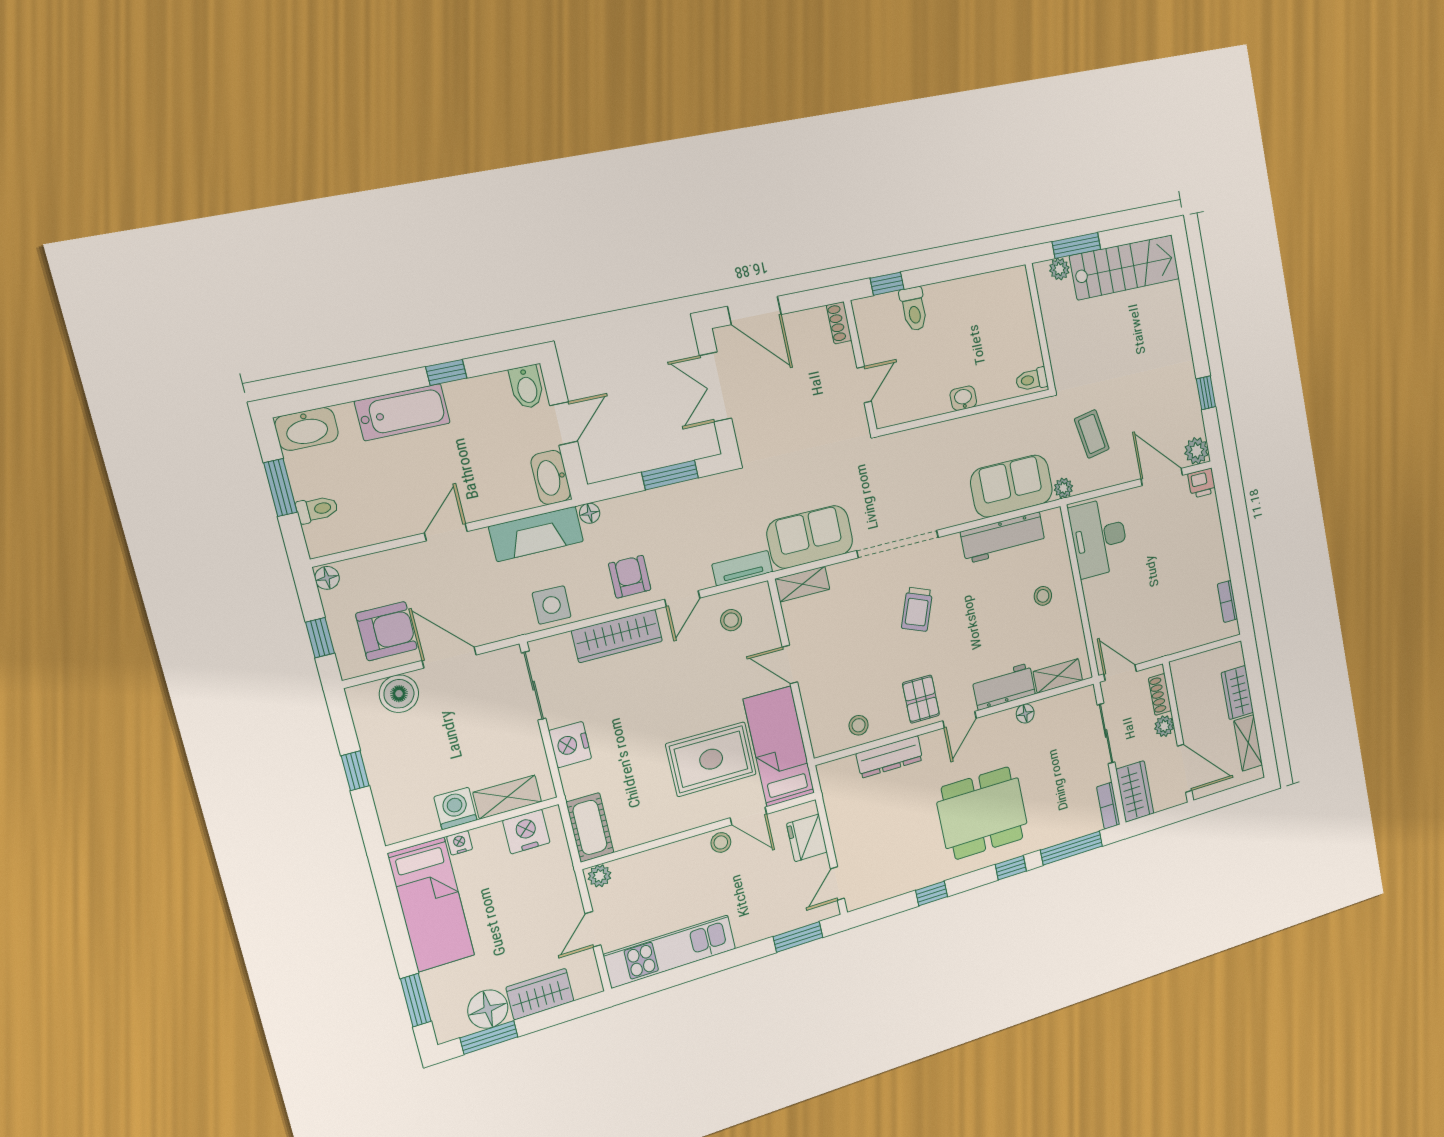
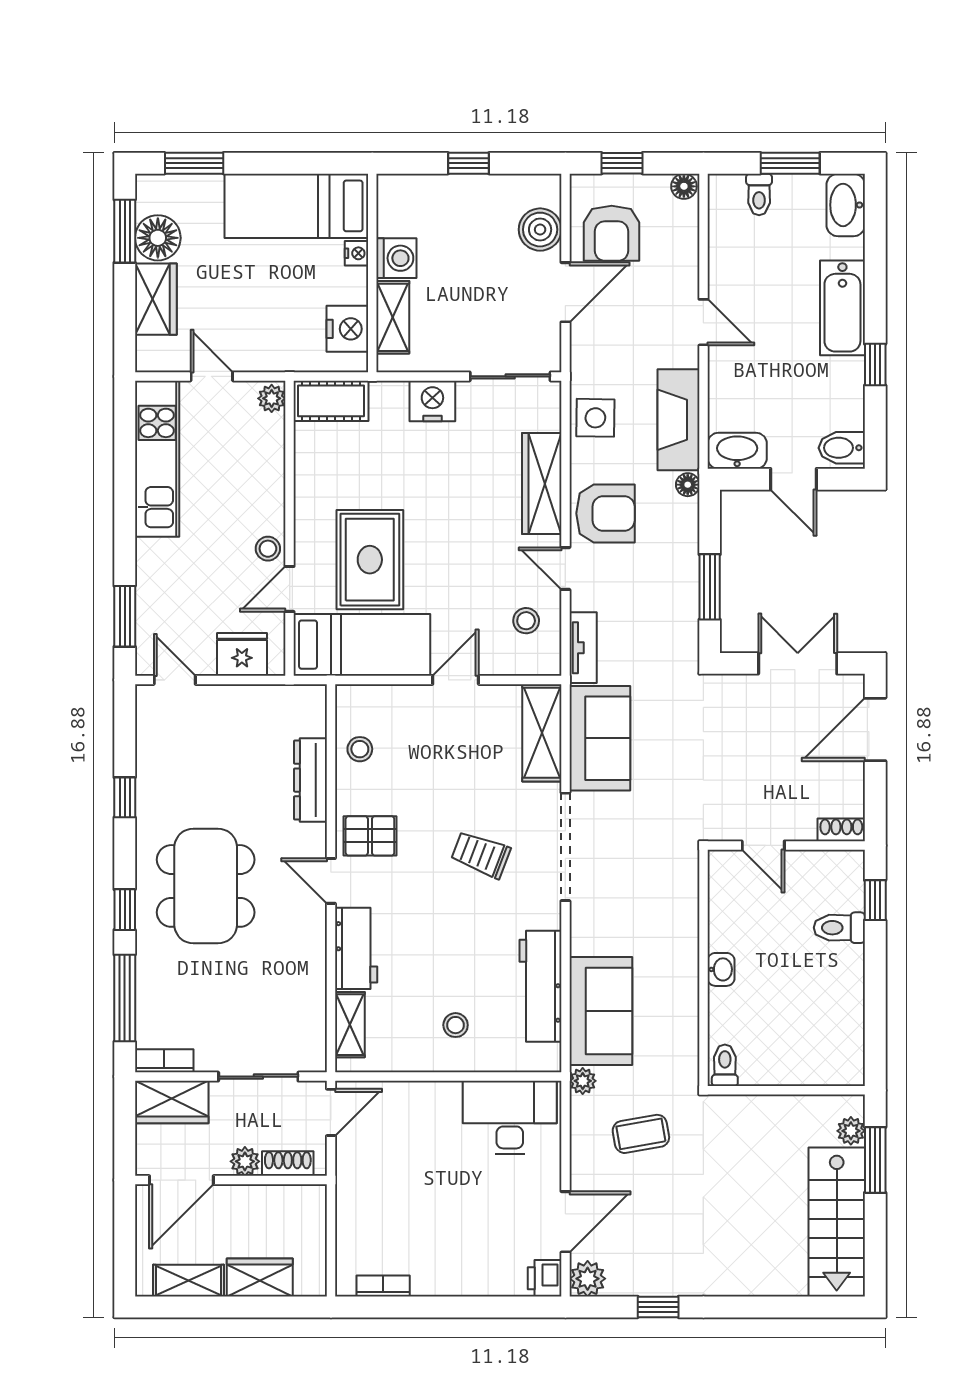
armchair: (630, 577) -> (605, 513), width x1.38, depth x1.38
shelving: (802, 584) -> (542, 733), width x1.50, depth x1.33
floor lamp: (1025, 714) -> (314, 970), removed

